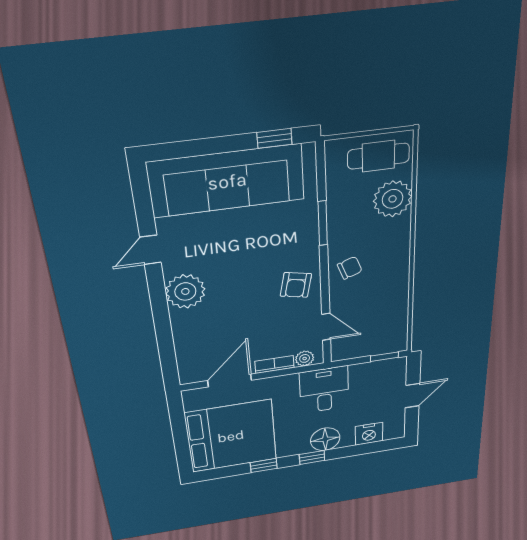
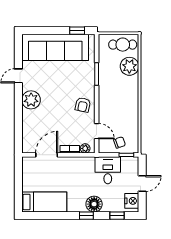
chair: (350, 268) -> (119, 143), moved
desk: (324, 390) -> (108, 170), moved
nightstand: (369, 434) -> (132, 201), moved, turned -90
bed: (231, 436) -> (44, 202), width x0.49
window: (264, 465) -> (117, 216), moved

